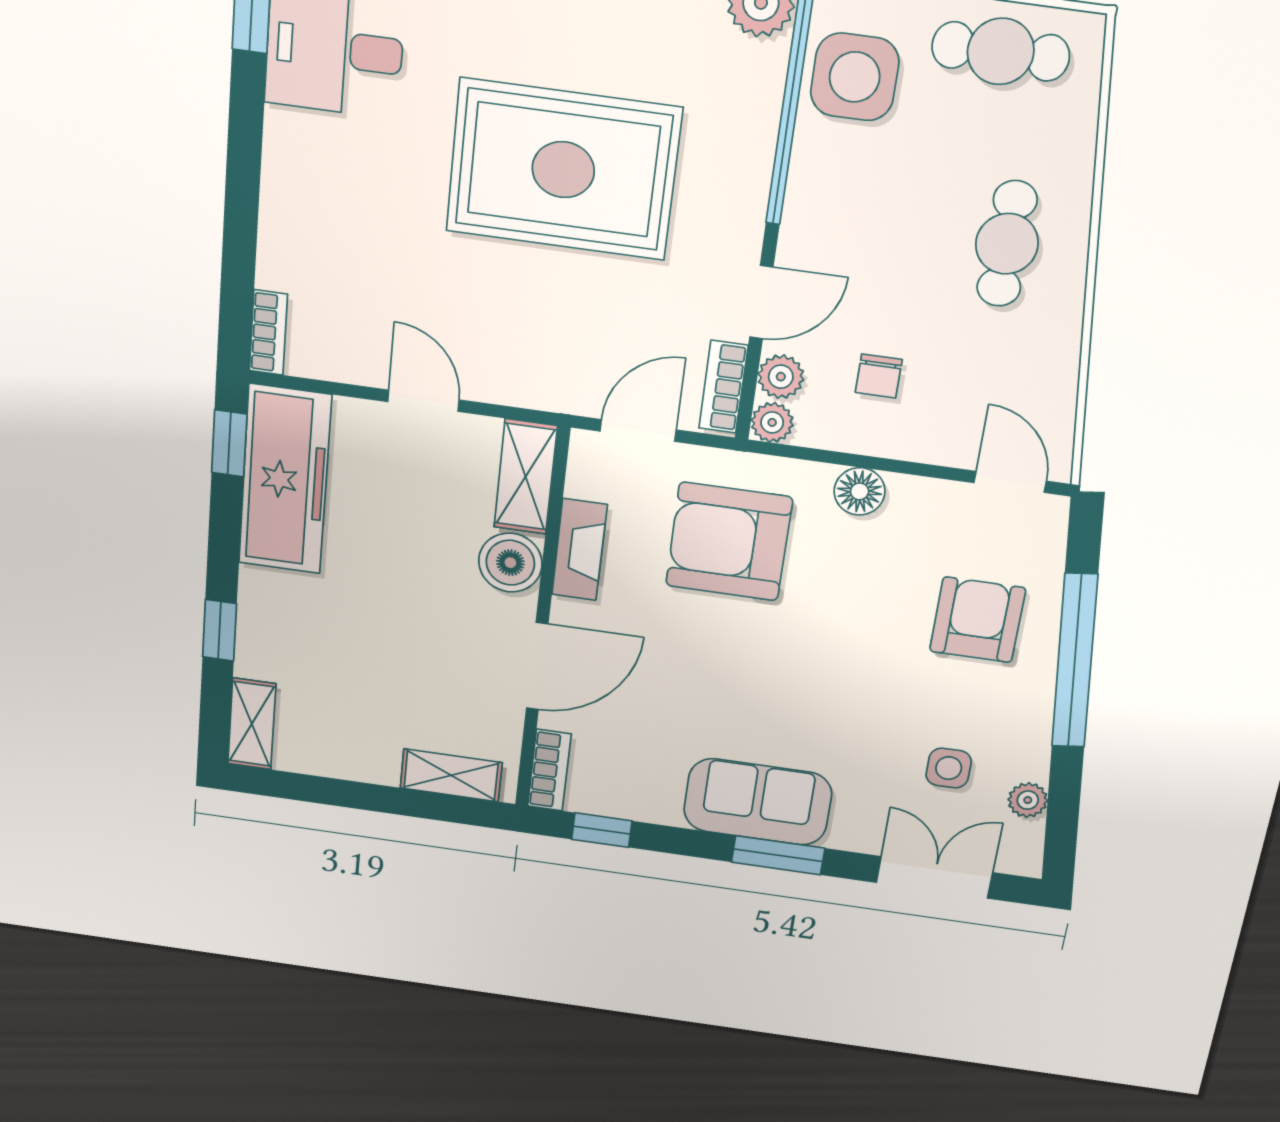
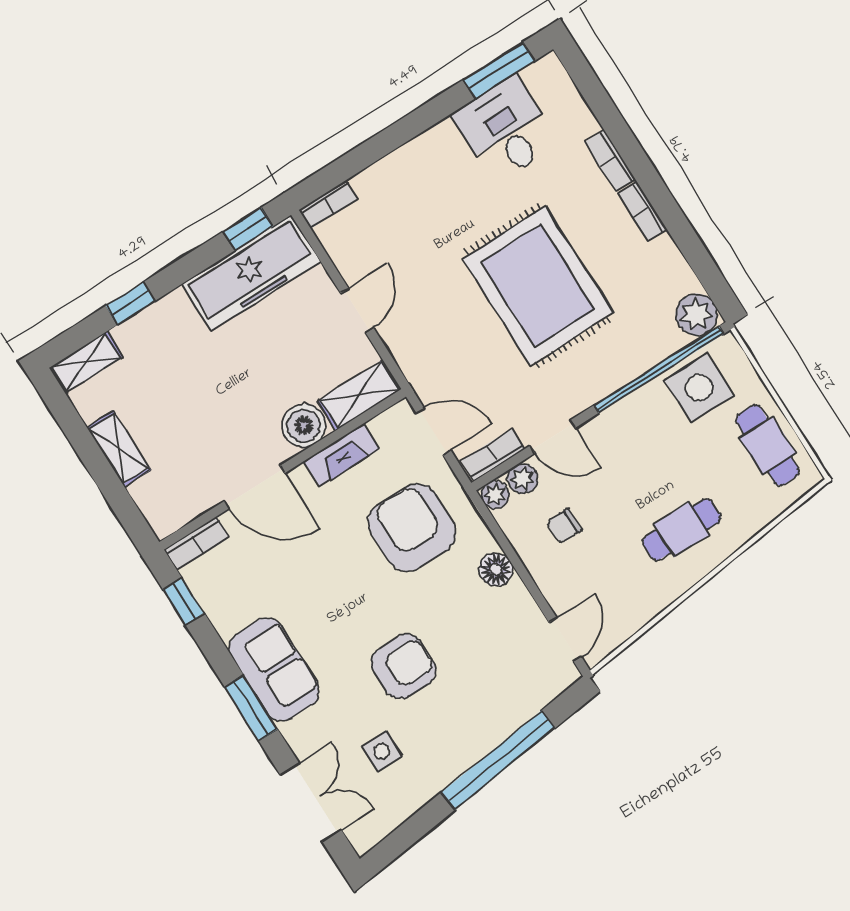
armchair: (978, 620) -> (403, 666), moved
shelving: (451, 775) -> (119, 449), moved
plant: (1028, 800) -> (399, 809), removed

